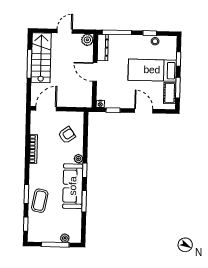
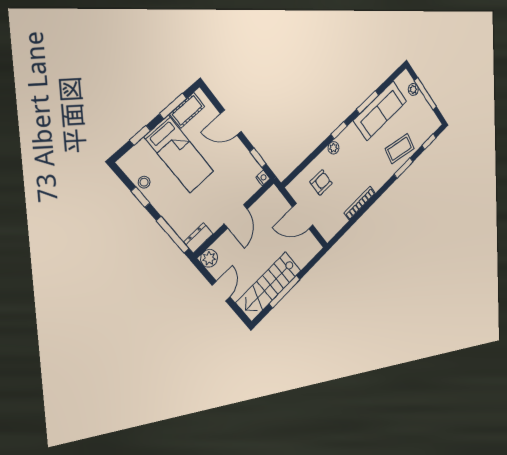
door: (65, 31) -> (221, 291), swing flipped
dresser: (103, 48) -> (198, 238), width x0.70
door: (46, 109) -> (303, 216), moved
door: (144, 111) -> (231, 123), hinge flipped
armchair: (67, 135) -> (321, 183), turned 125
sofa: (73, 186) -> (380, 111), moved

